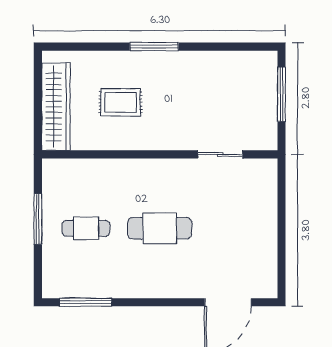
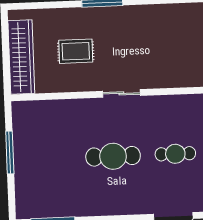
sliding door: (220, 154) -> (121, 93), moved
cafe table: (86, 228) -> (175, 154), moved

